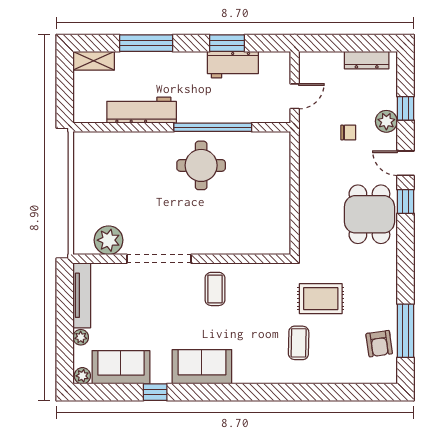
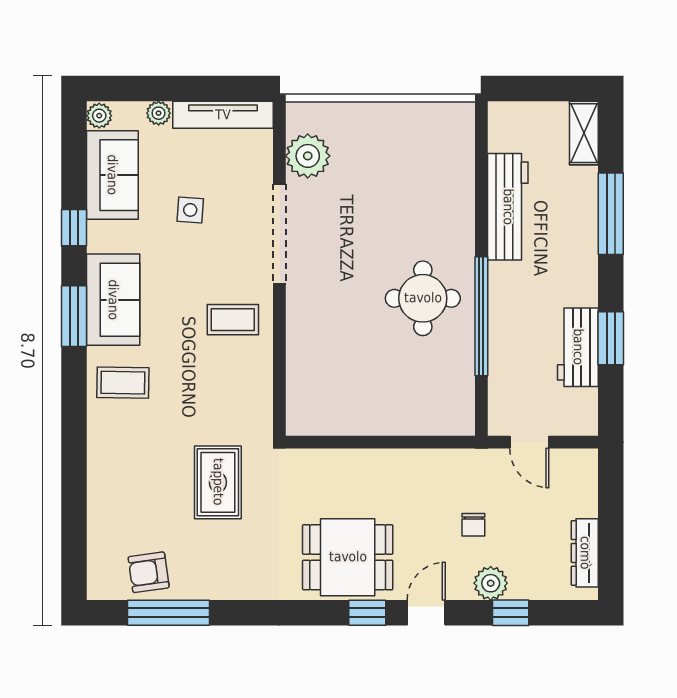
side table: (144, 317) -> (190, 210), added
coffee table: (299, 343) -> (123, 383), moved
window: (213, 392) -> (74, 316), added

